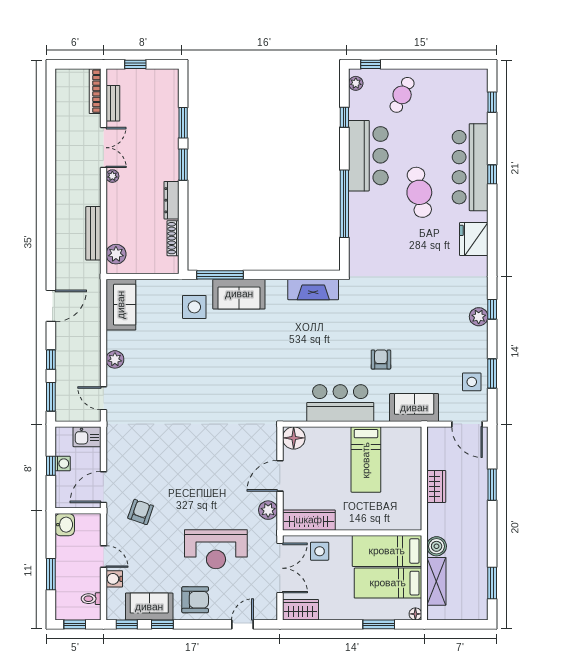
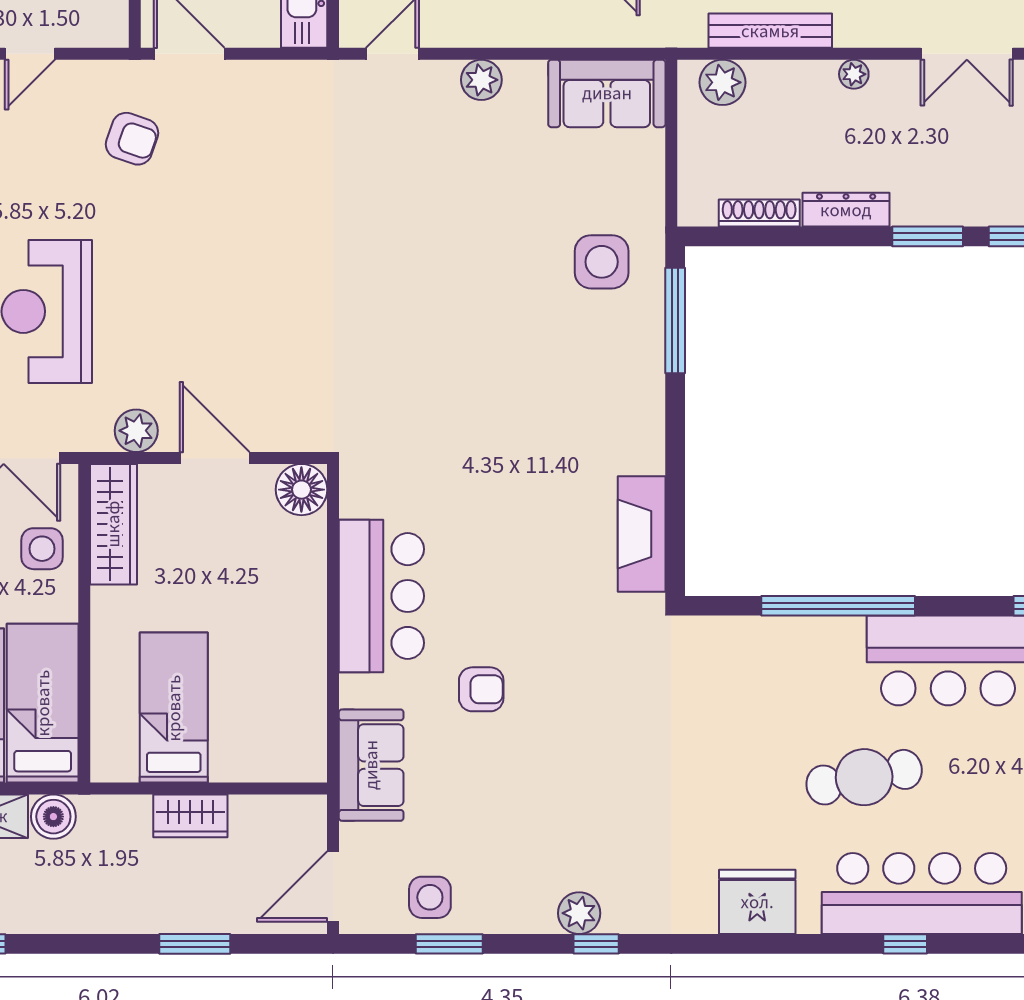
plant: (112, 176) -> (854, 74), moved
sofa: (239, 294) -> (631, 364), removed
bed: (366, 460) -> (174, 708), moved, turned 90

